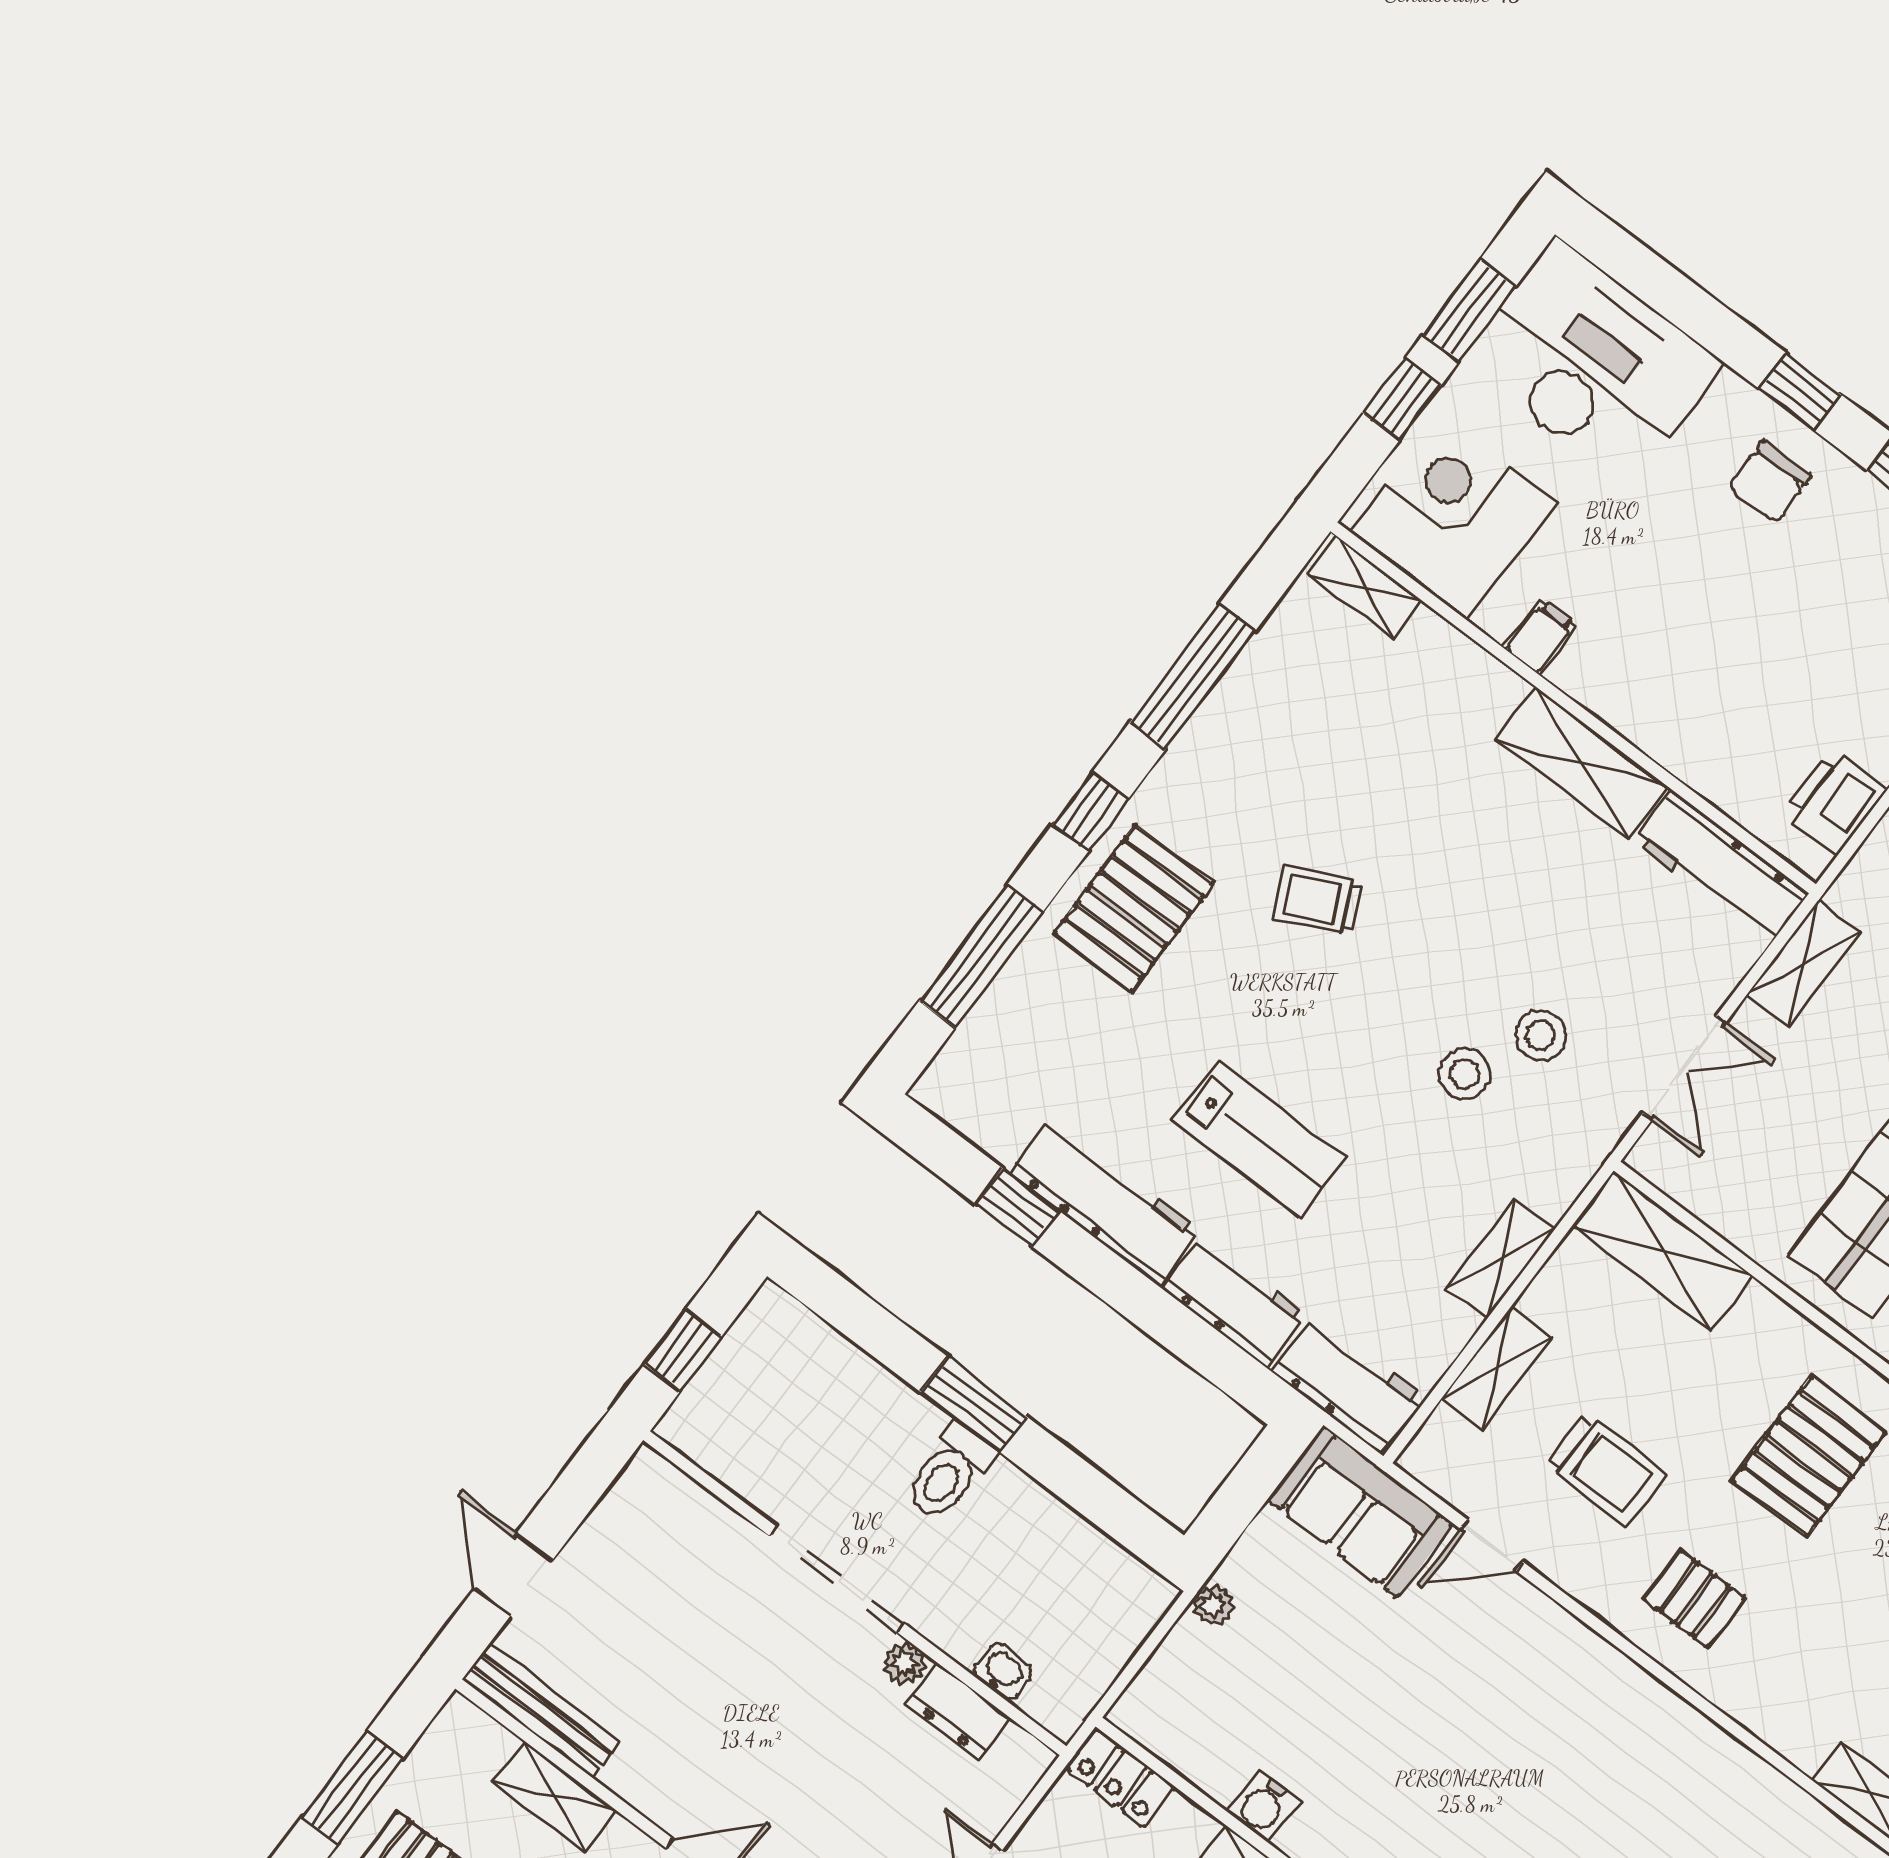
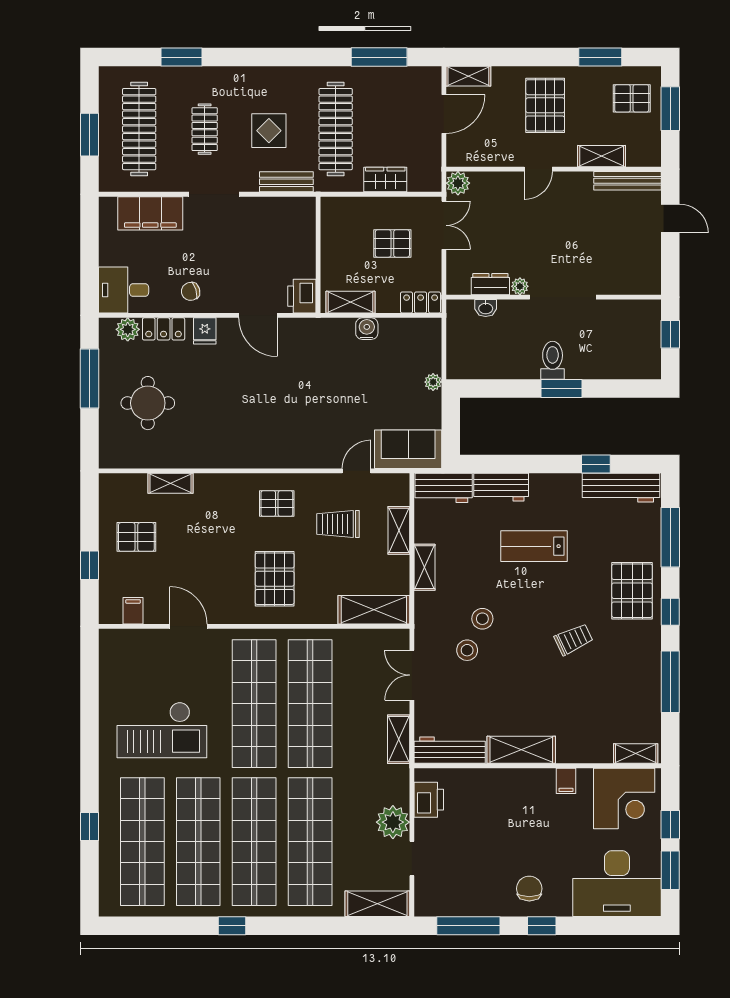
workbench: (1105, 1202) -> (621, 488), moved

